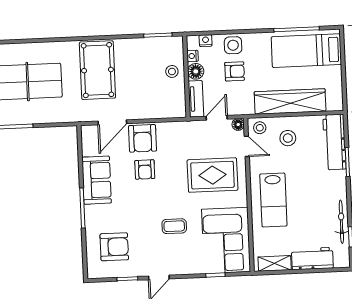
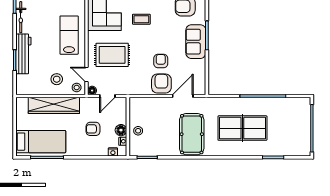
side table: (233, 45) -> (93, 148), removed
tv unit: (196, 99) -> (122, 110), removed
workbench: (334, 142) -> (23, 54), moved
sofa: (97, 180) -> (196, 42), moved

